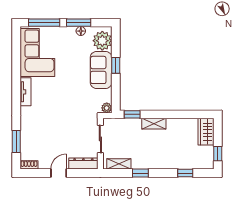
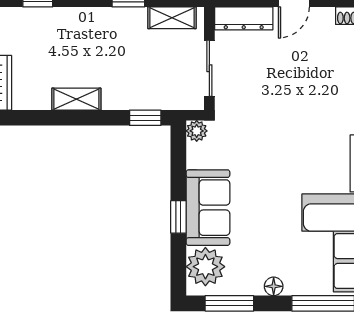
window: (79, 23) -> (229, 303), moved
floor lamp: (81, 31) -> (274, 286), moved
shelving: (154, 124) -> (76, 99), moved

